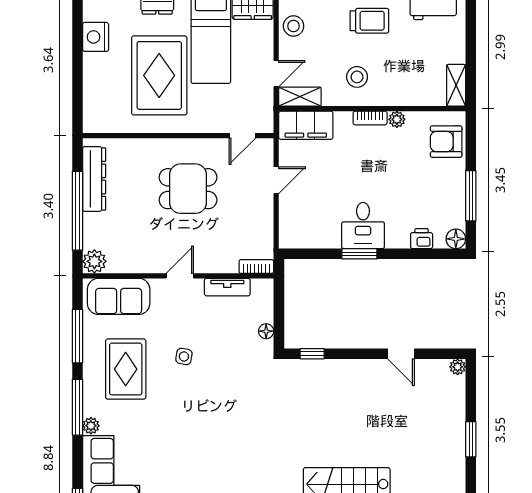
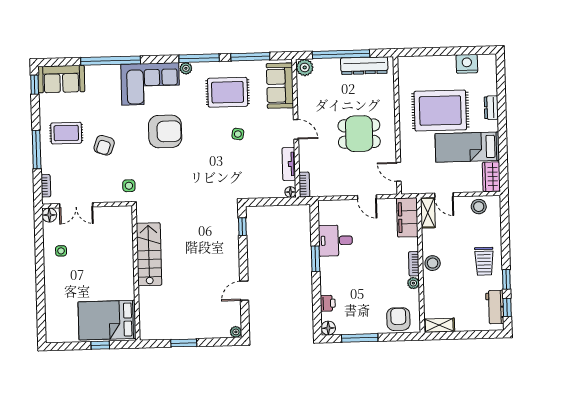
stool: (357, 77) -> (433, 263), moved
dining table: (188, 189) -> (359, 134), turned 90
desk: (363, 226) -> (335, 241), moved
floor lamp: (266, 331) -> (290, 192), moved
armchair: (177, 457) -> (165, 131), added

